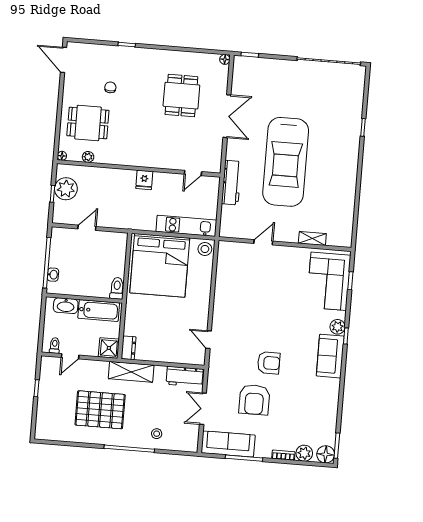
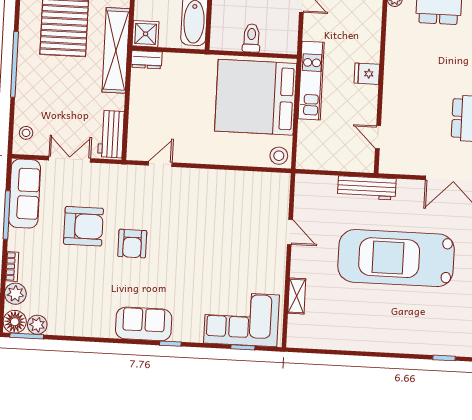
kitchen unit: (186, 226) -> (311, 81), moved
toilet: (117, 288) -> (251, 38), moved, turned -90
plant: (338, 327) -> (37, 325), moved
shelving: (131, 372) -> (116, 50), width x1.47
armchair: (254, 400) -> (83, 226), turned 180
stool: (157, 434) -> (26, 133), moved

